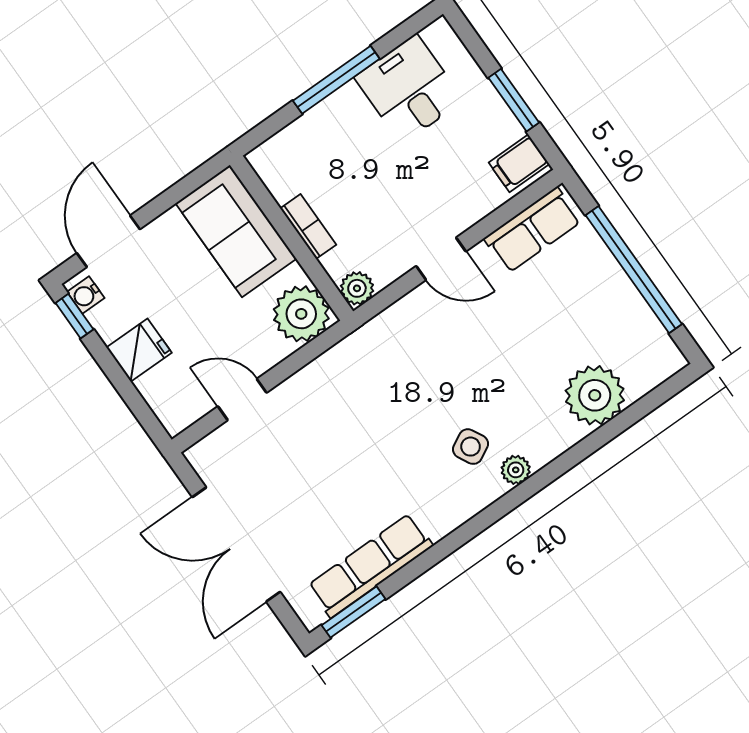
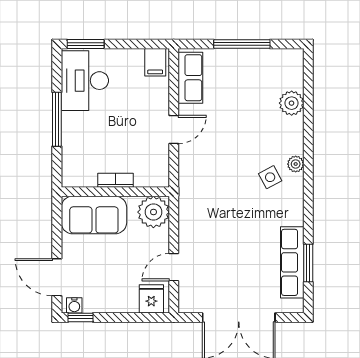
desk: (409, 89) -> (85, 81), width x1.37
window: (514, 100) -> (86, 44), moved
window: (634, 270) -> (242, 44), width x0.68
plant: (357, 288) -> (160, 178), removed
fridge: (139, 350) -> (151, 299), moved
plant: (595, 395) -> (292, 103), width x0.73, depth x0.73
window: (354, 612) -> (308, 263), moved

